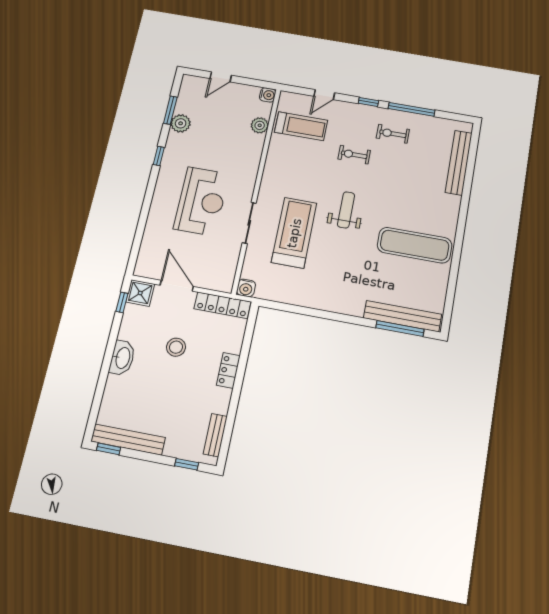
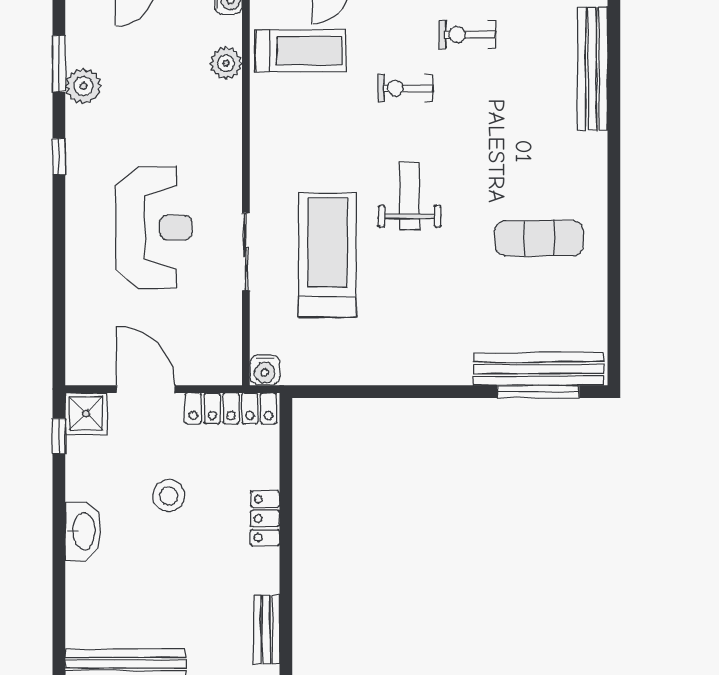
exercise mat: (415, 245) -> (539, 238), width x0.73, depth x0.69

